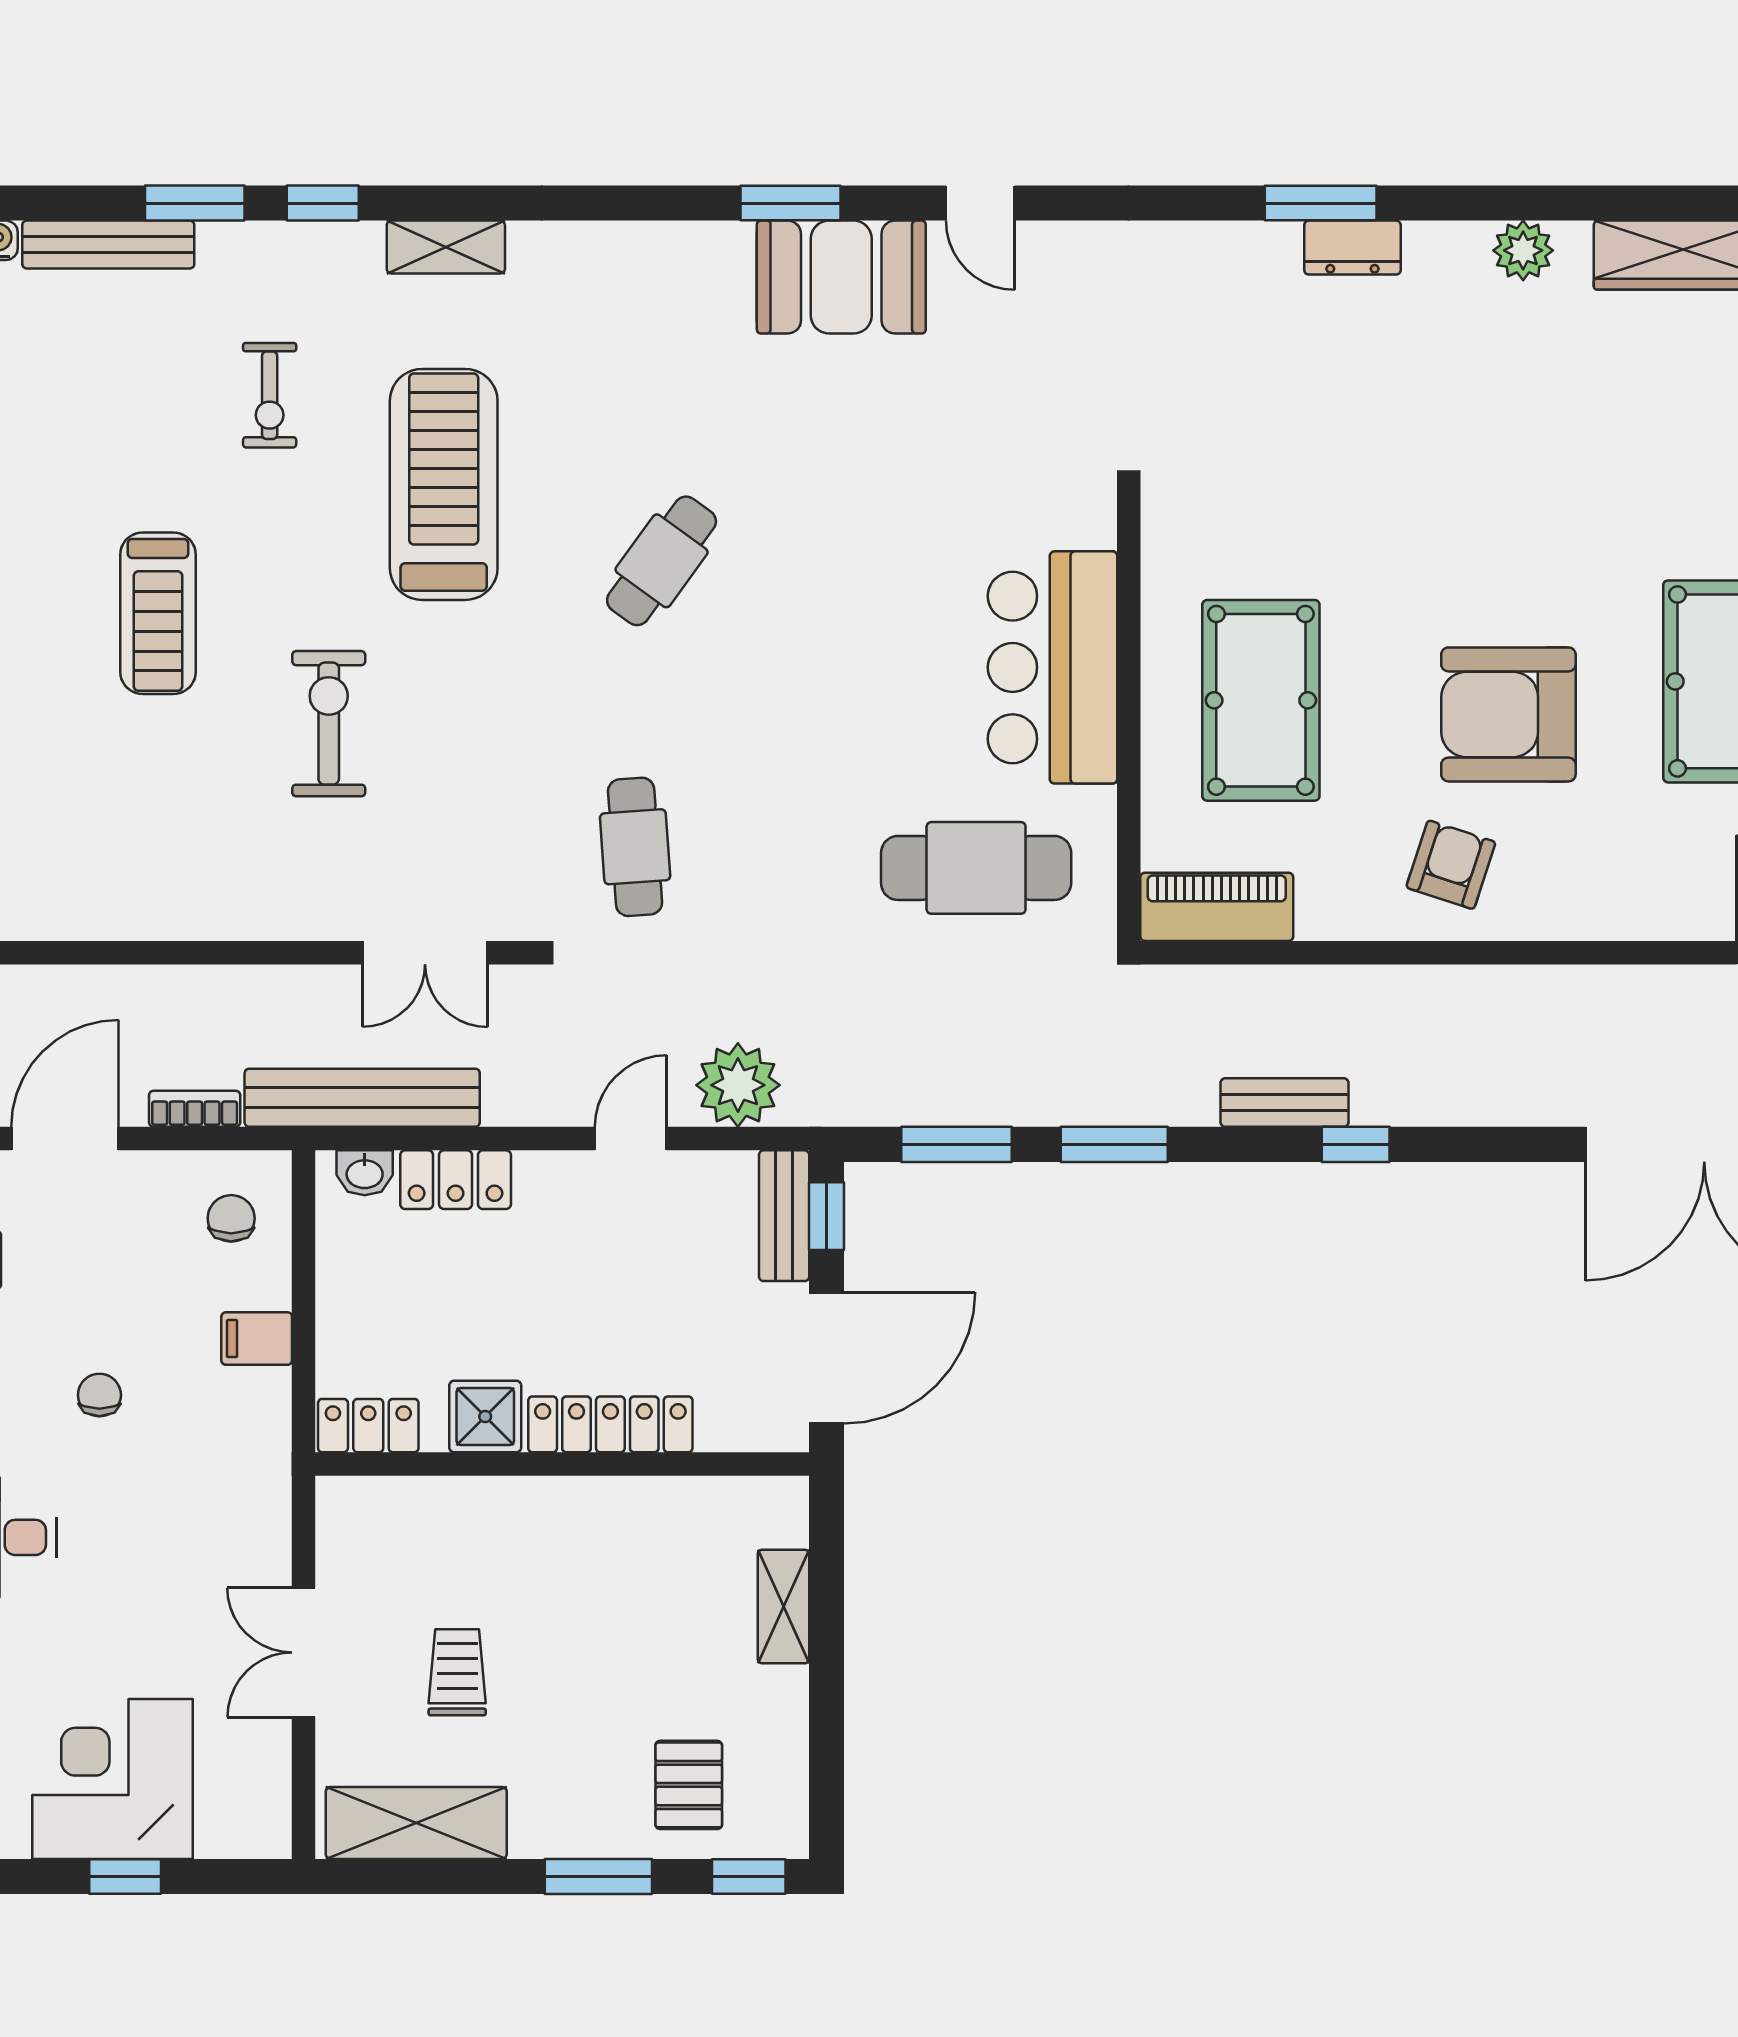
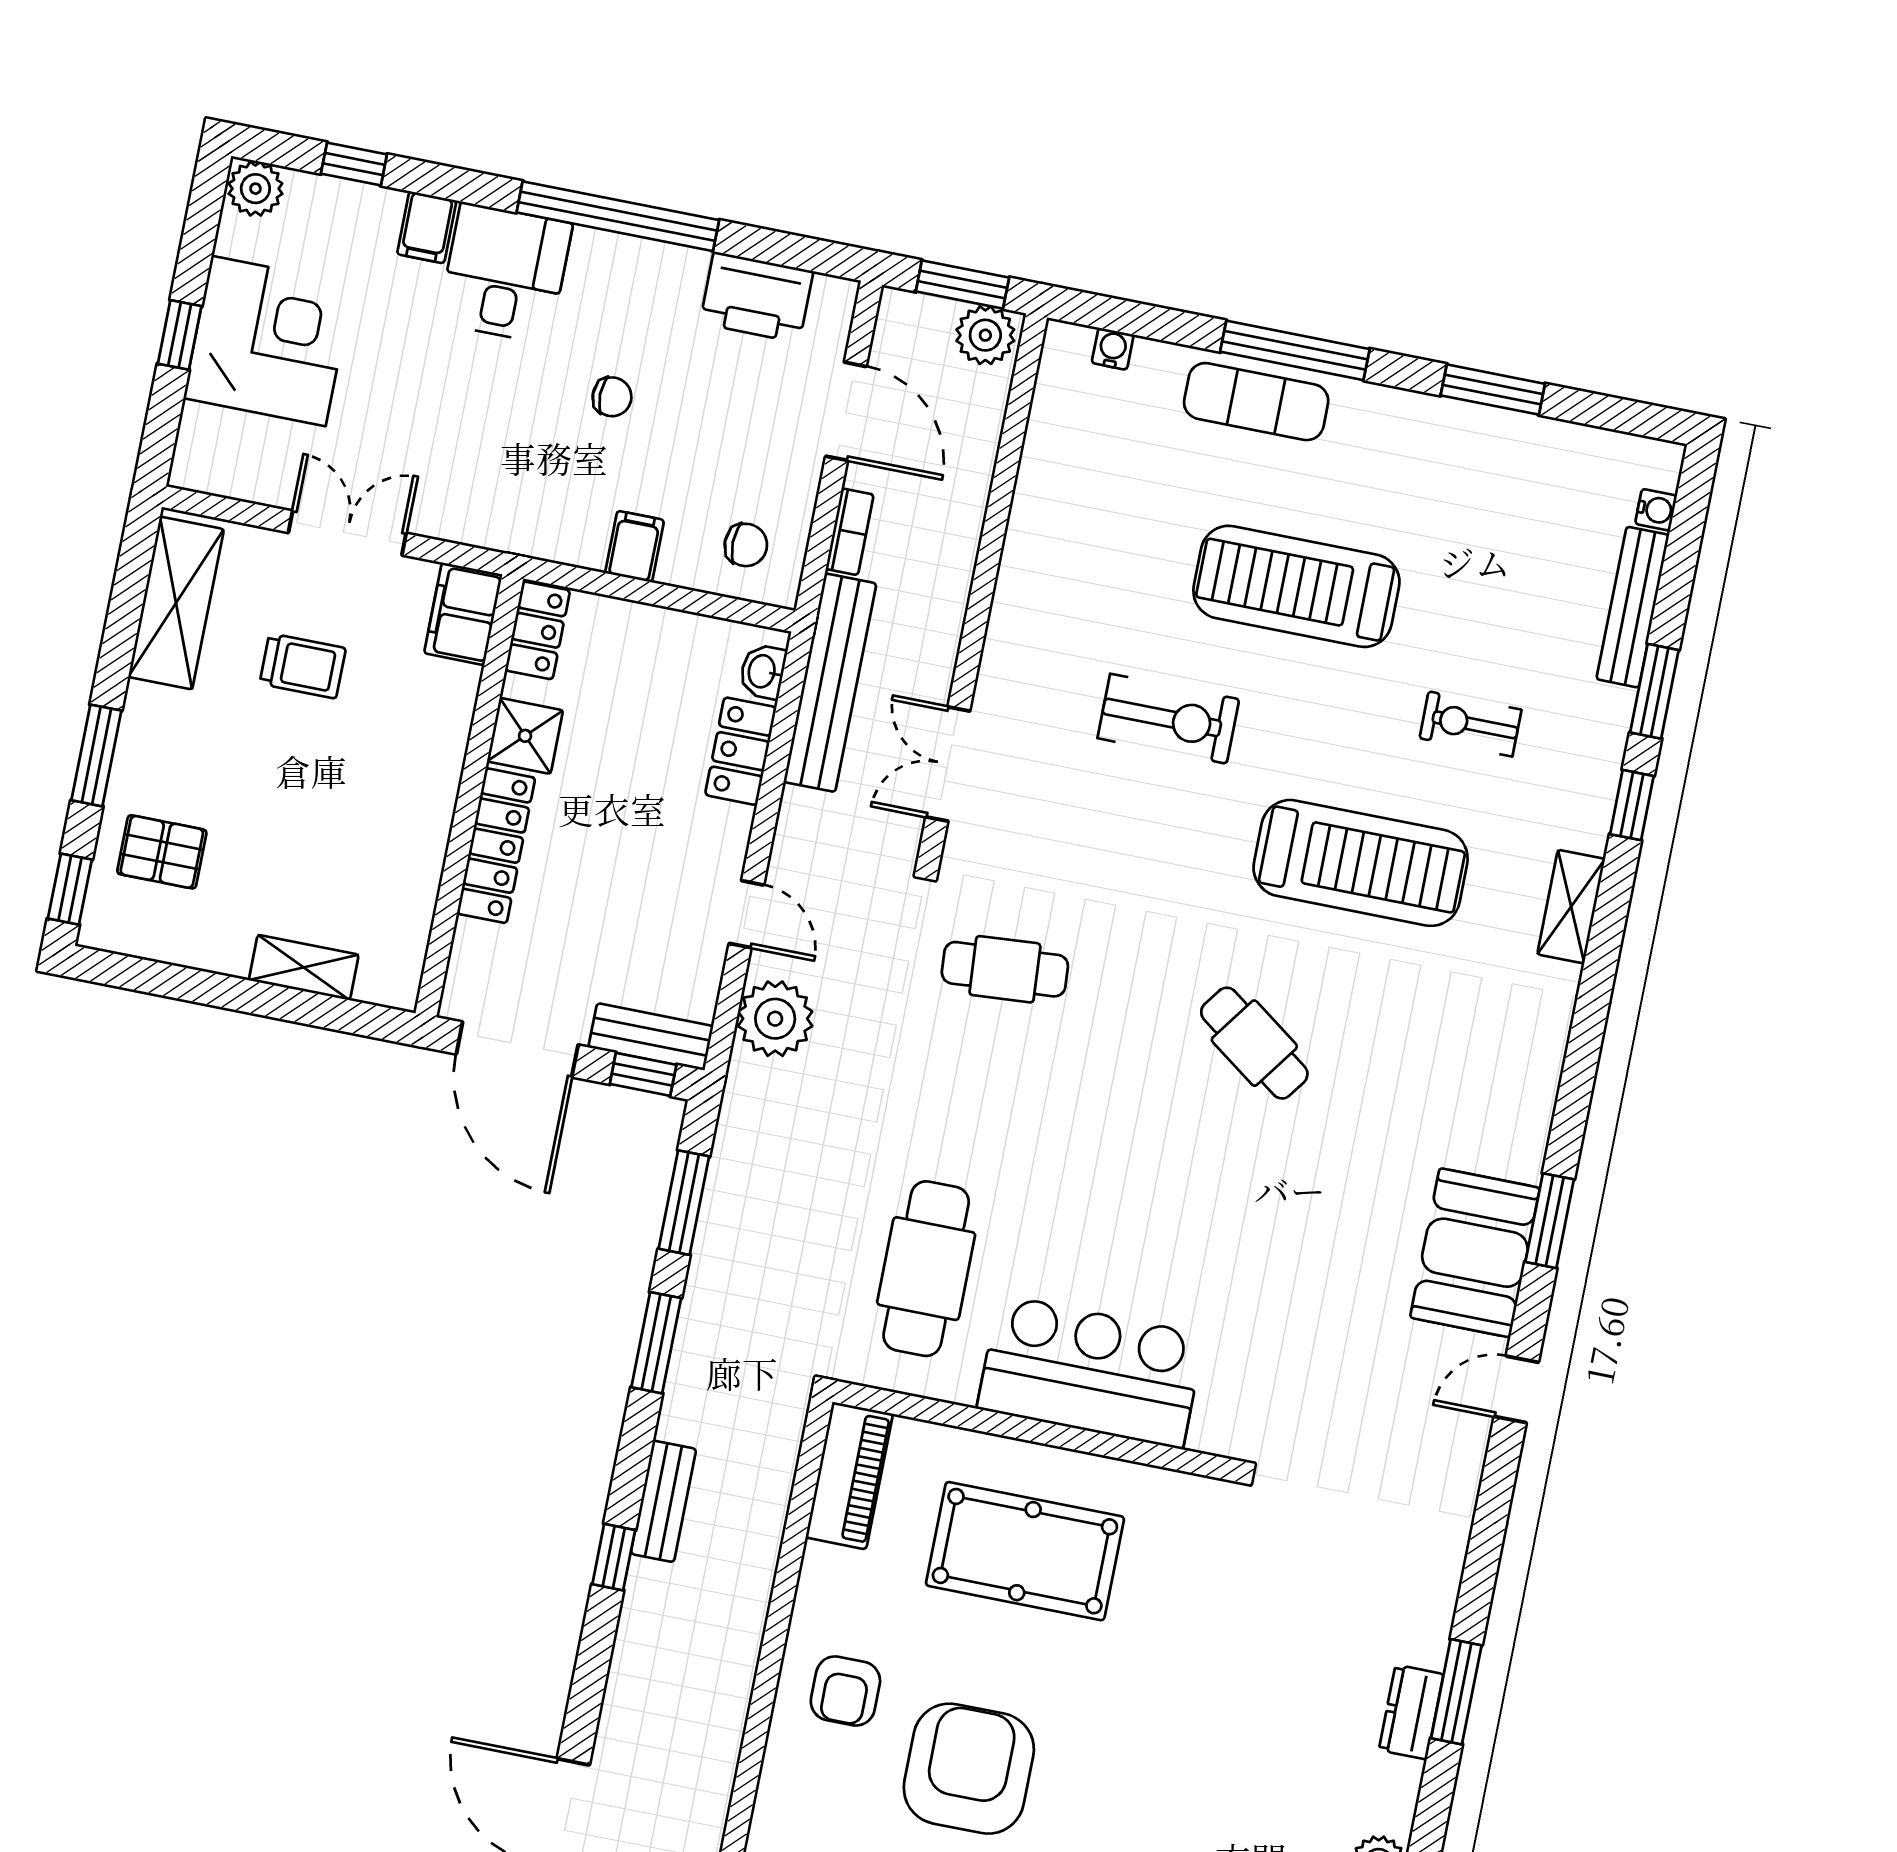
treadmill: (158, 613) -> (1296, 586), width x1.37, depth x1.38
armchair: (1451, 865) -> (845, 1691), turned 72
filing cabinet: (366, 1510) -> (463, 614), added

